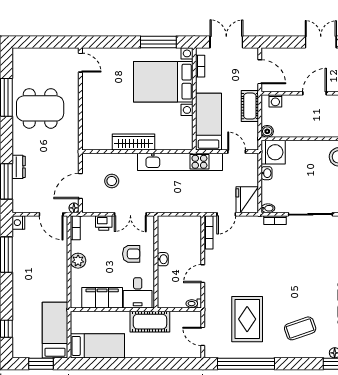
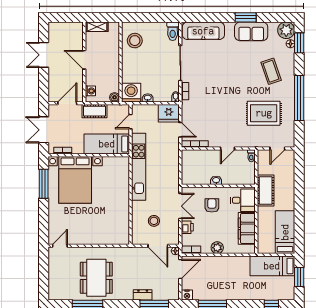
wardrobe: (134, 142) -> (123, 204), removed
door: (203, 274) -> (228, 149), hinge flipped
window: (246, 364) -> (299, 98), moved

